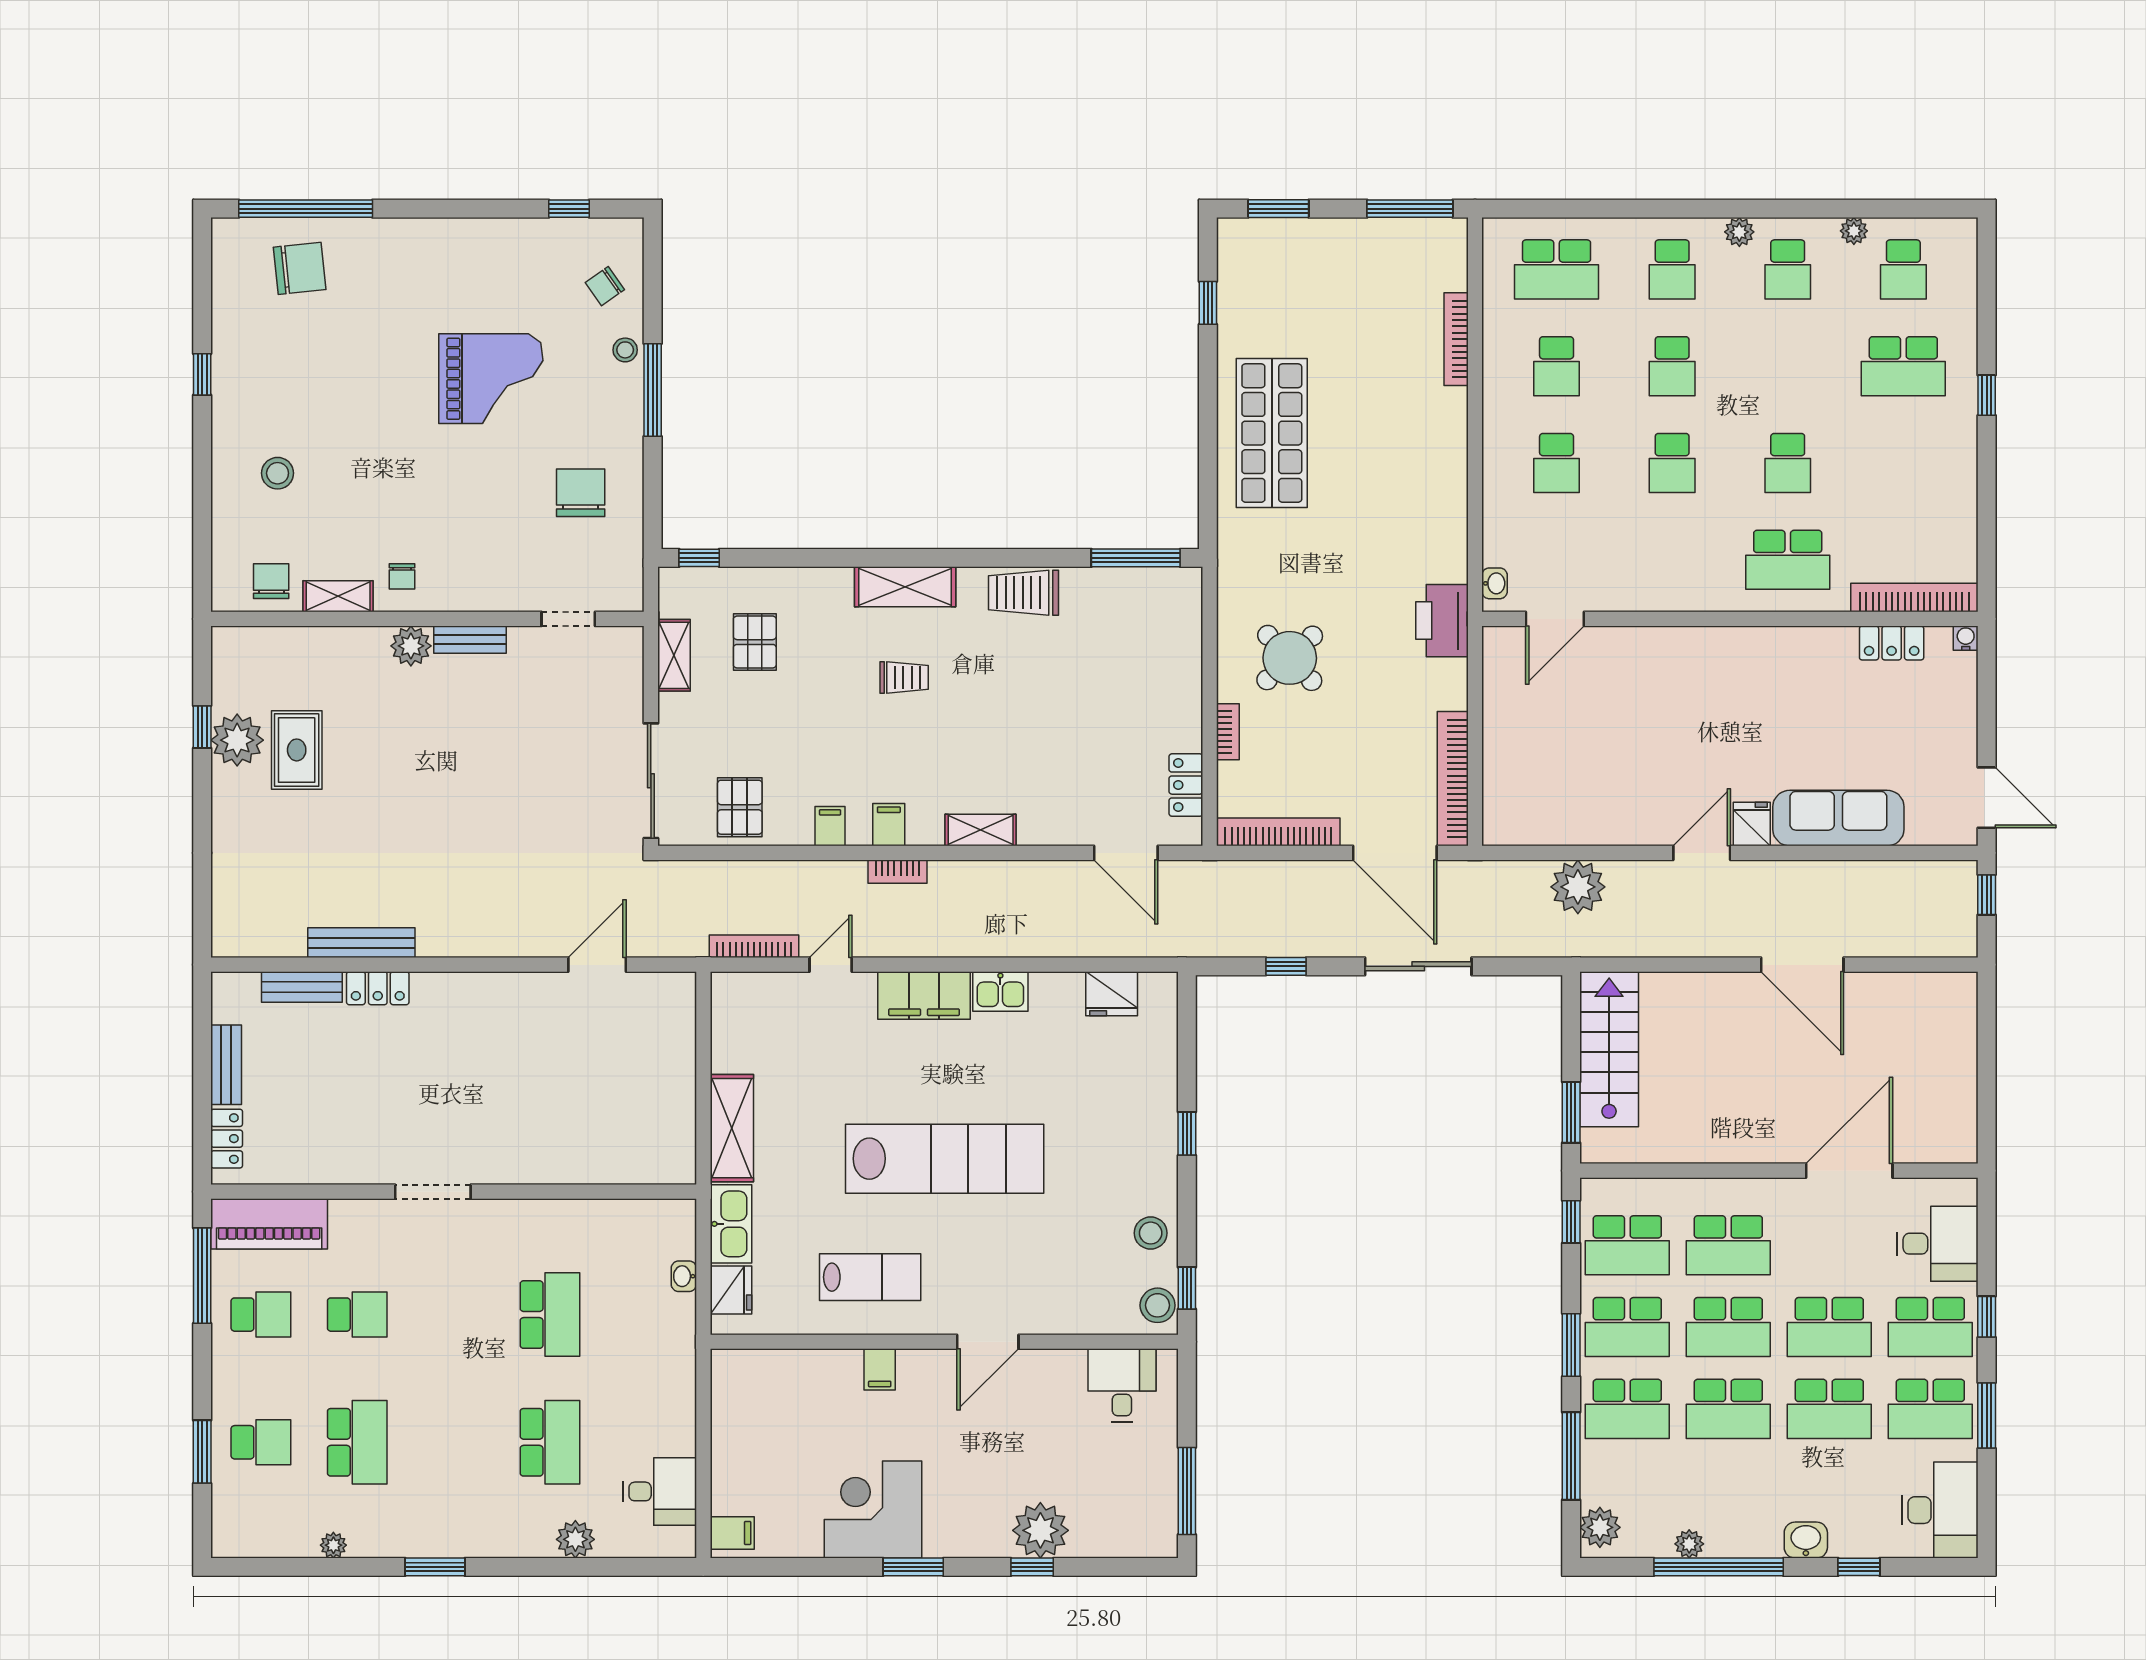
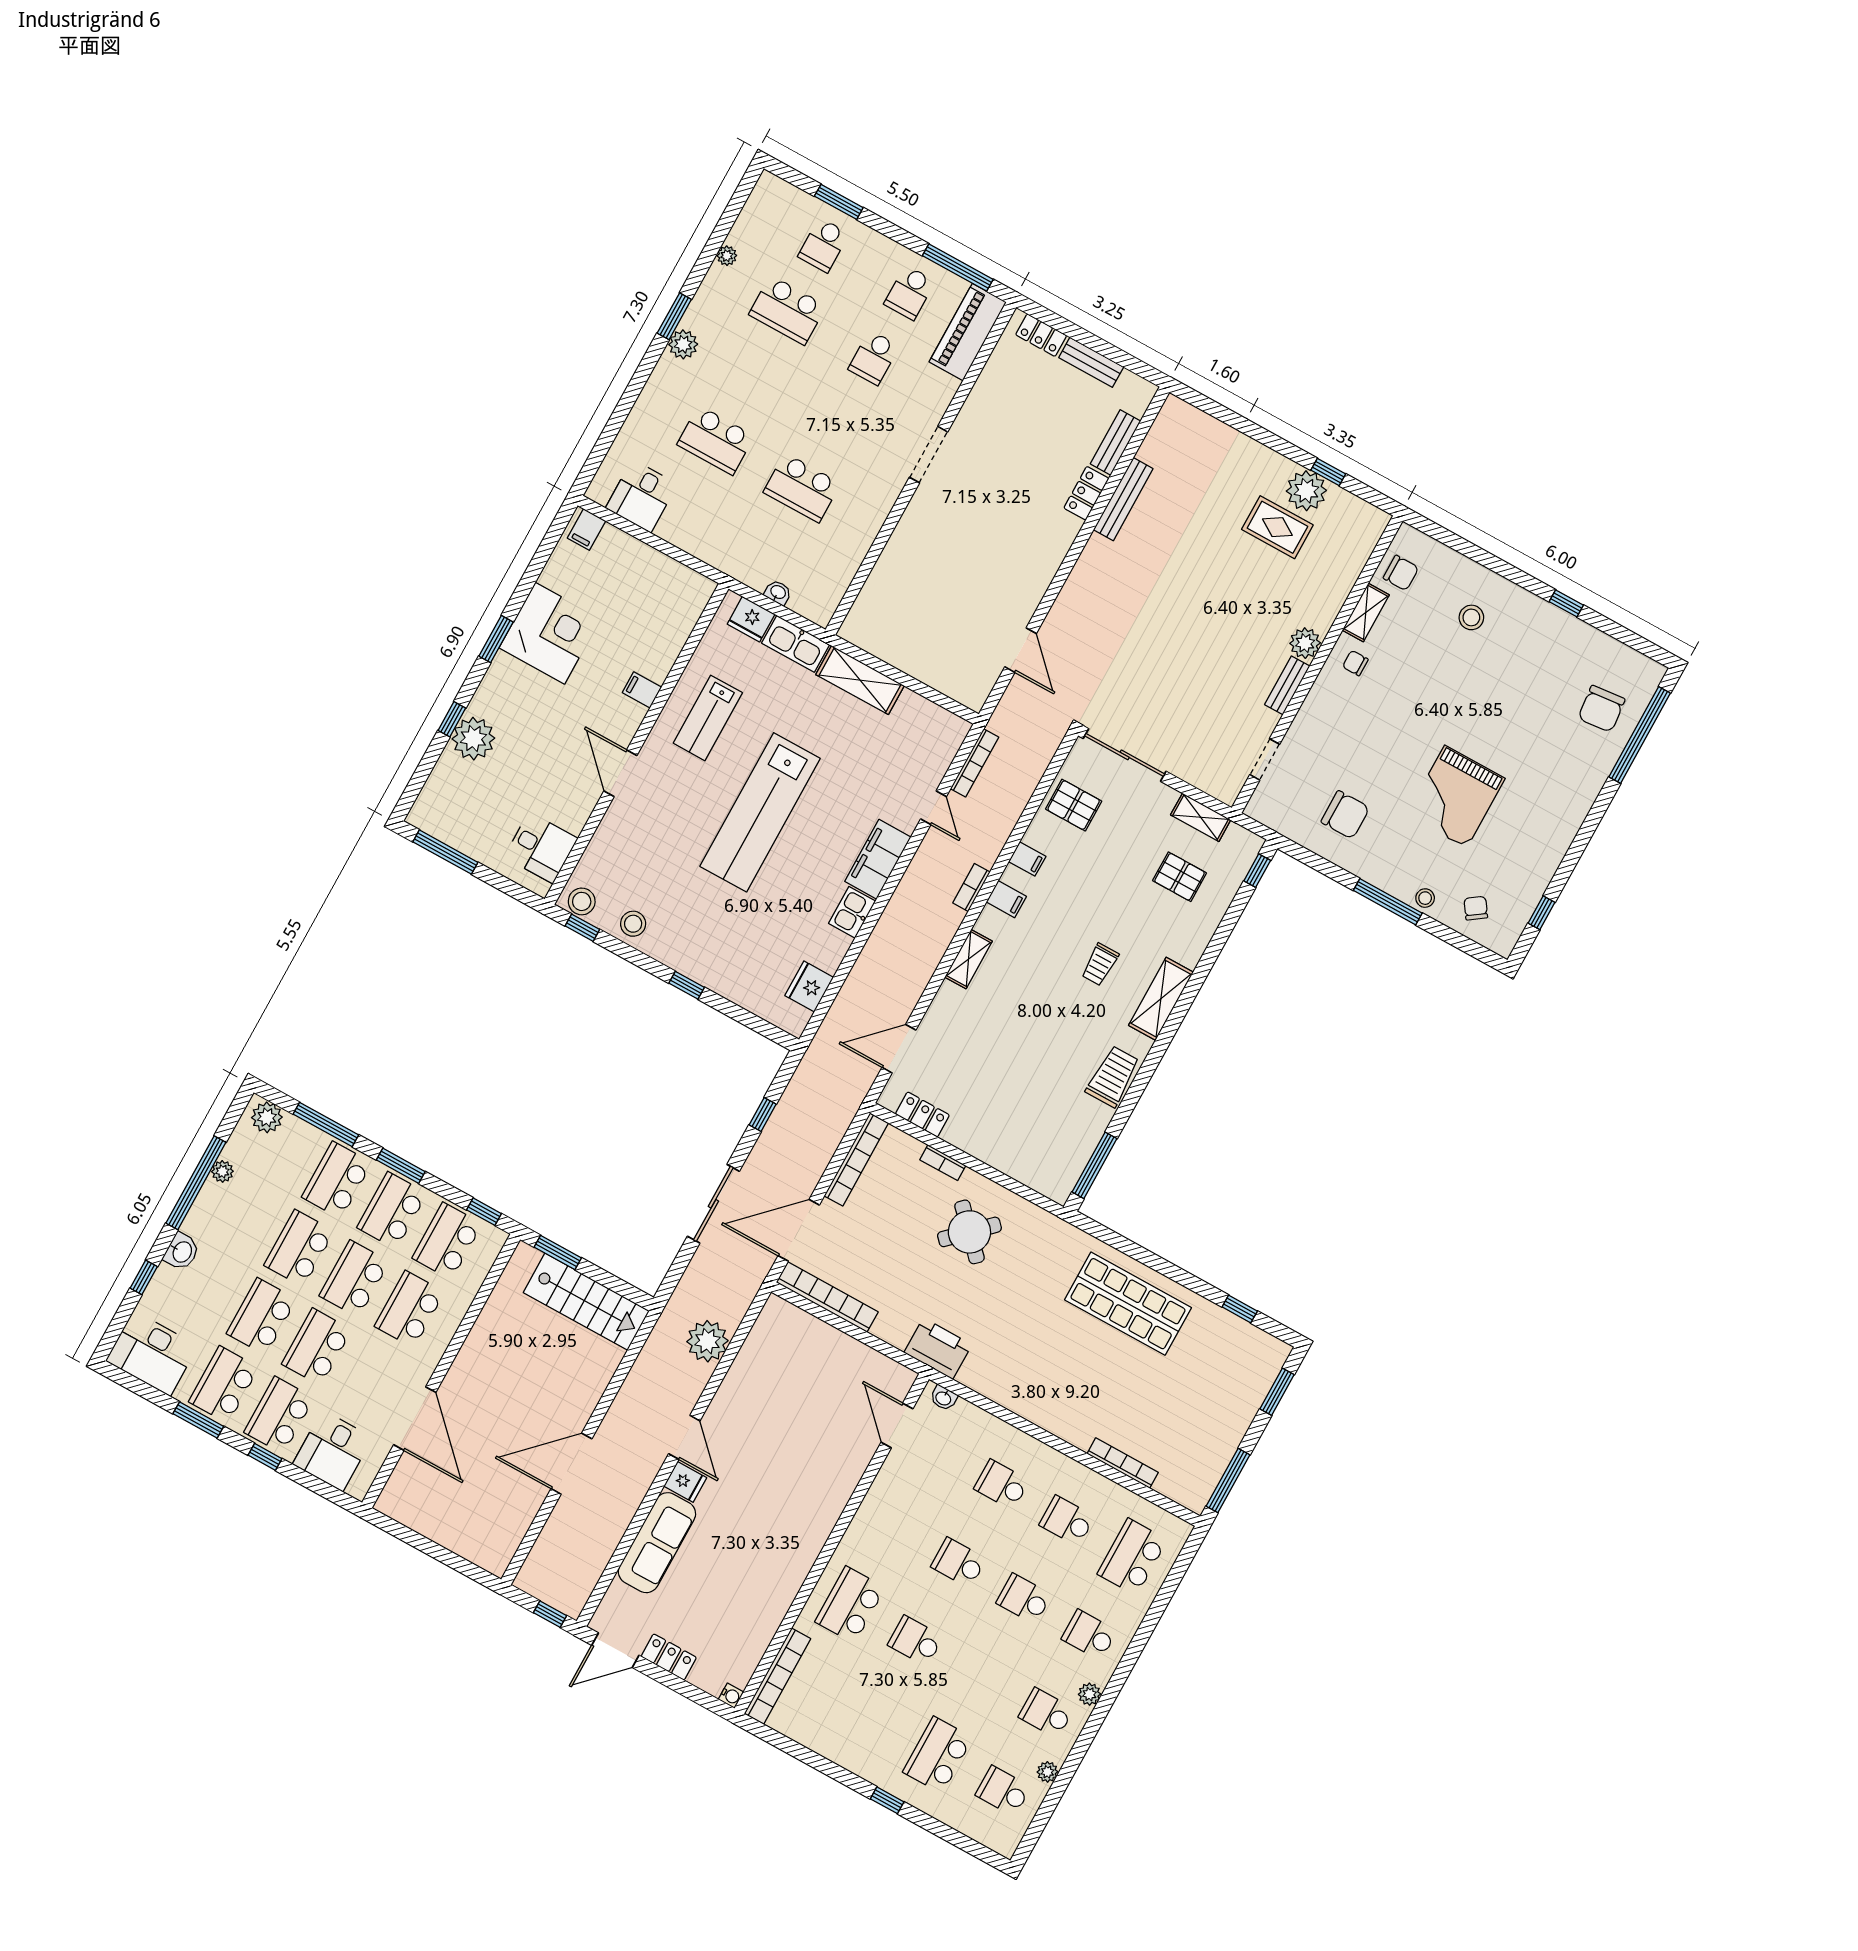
locker: (1892, 643) -> (669, 1657), moved, turned 90
plant: (575, 1539) -> (683, 344), moved

